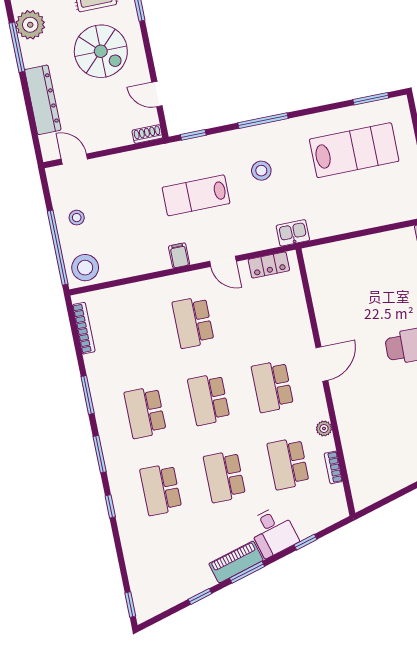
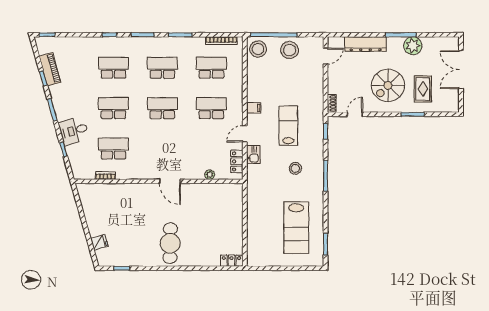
stool: (77, 218) -> (290, 50), width x1.89, depth x1.89
kitchen sink: (293, 233) -> (253, 154), moved
school desk: (272, 386) -> (211, 68), moved
plant: (324, 428) -> (210, 175), moved
piano: (236, 562) -> (50, 69), moved

